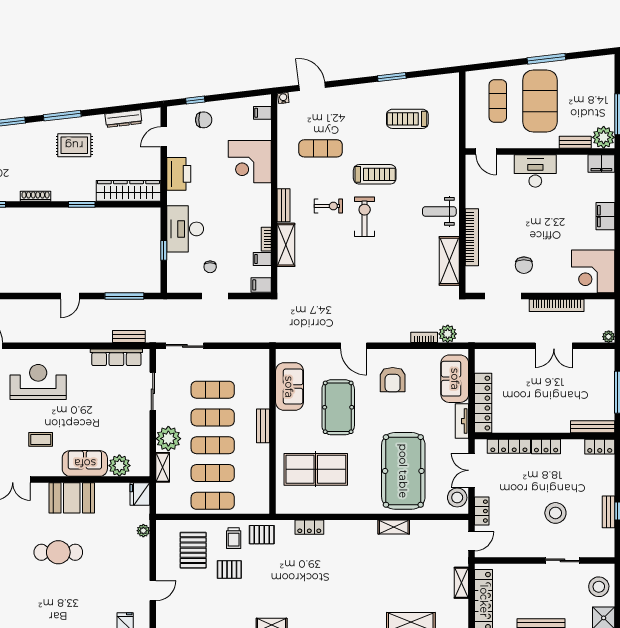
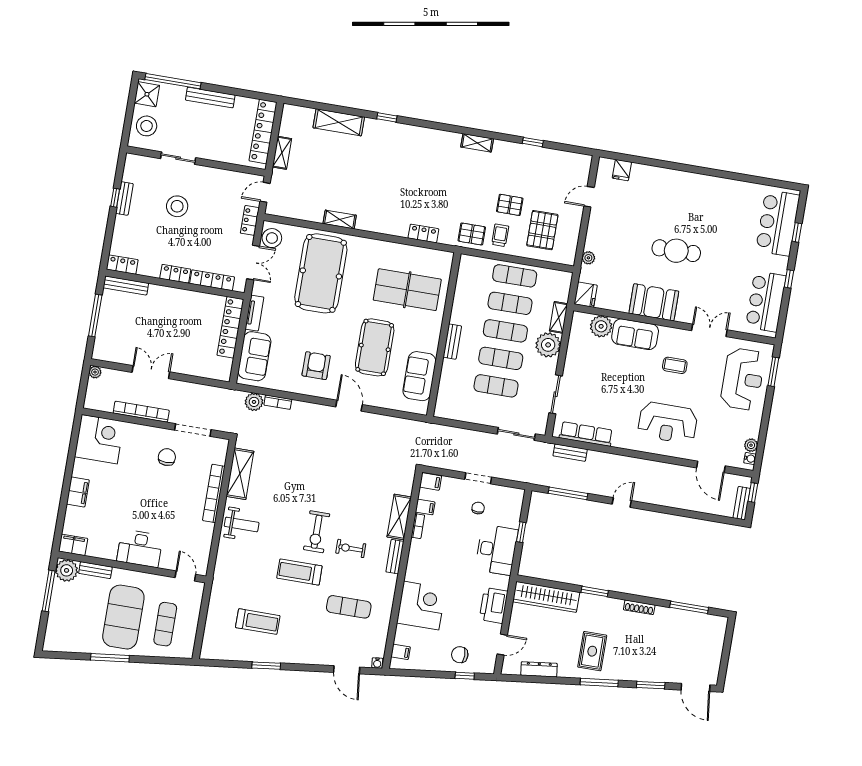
rug: (74, 145) -> (592, 651), turned 90

